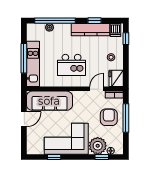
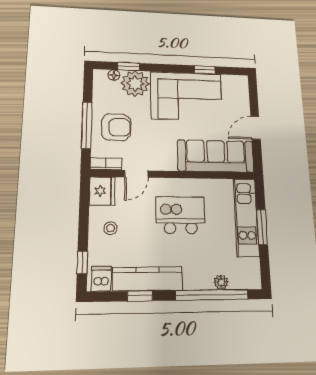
window: (24, 58) -> (262, 227), width x0.69
armchair: (109, 117) -> (116, 127), turned -90

